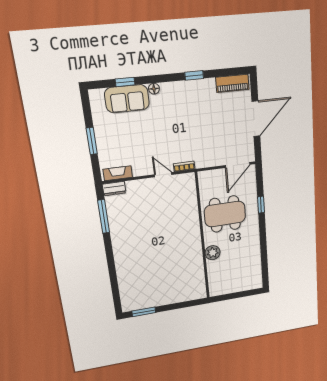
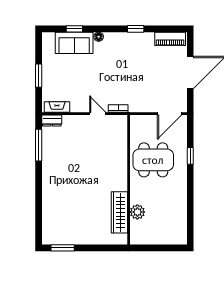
plant: (213, 253) -> (137, 212), moved
wardrobe: (196, 270) -> (119, 212), added

